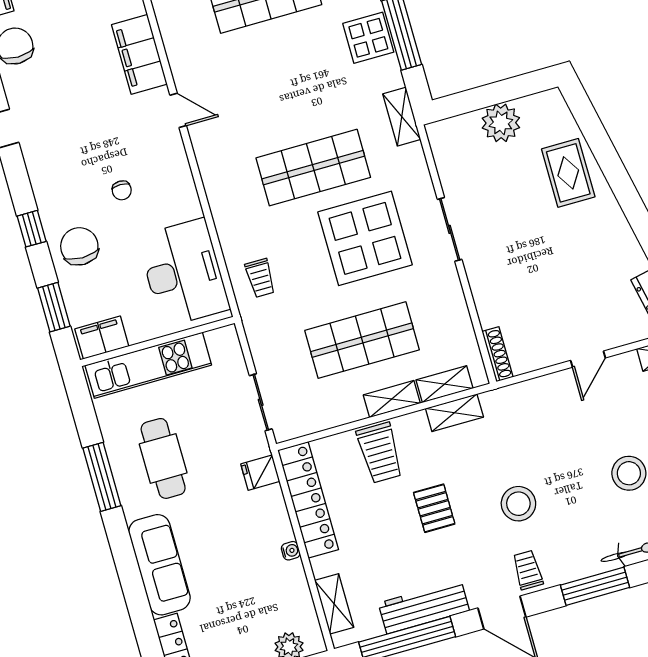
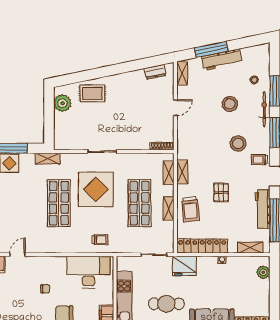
plant: (501, 123) -> (62, 103), moved
door: (588, 359) -> (175, 108), hinge flipped
shelving: (392, 399) -> (169, 209), moved
trolley: (380, 453) -> (190, 209), turned 84
fridge: (260, 473) -> (184, 266), width x1.88, depth x1.34
stool: (518, 504) -> (238, 143), moved
pallet: (434, 508) -> (221, 192), turned 90

